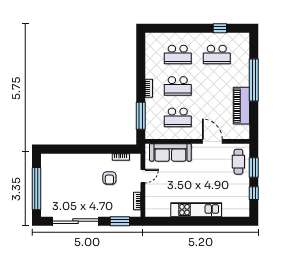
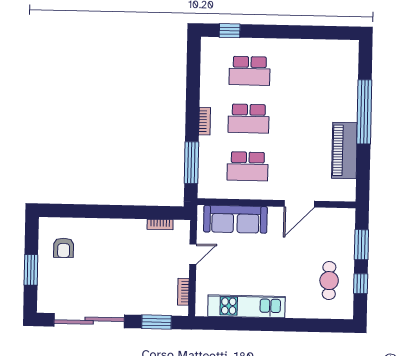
window: (220, 28) -> (230, 31), moved
school desk: (217, 55) -> (309, 72), removed
door: (212, 141) -> (299, 204), swing flipped
cafe table: (238, 162) -> (329, 281), moved
armchair: (109, 178) -> (64, 248), moved
window: (36, 189) -> (31, 270), width x0.47
kitchen unit: (196, 210) -> (246, 306), moved

